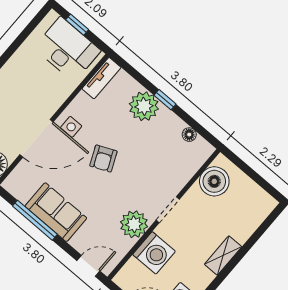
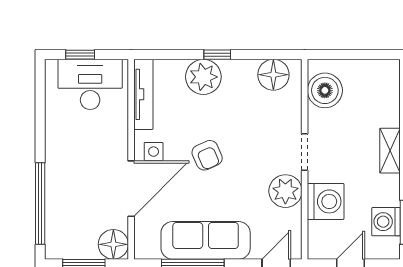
tv unit: (101, 78) -> (143, 94), width x1.41
floor lamp: (189, 135) -> (273, 75), width x1.89, depth x1.89
sofa: (56, 212) -> (206, 240), width x1.36

